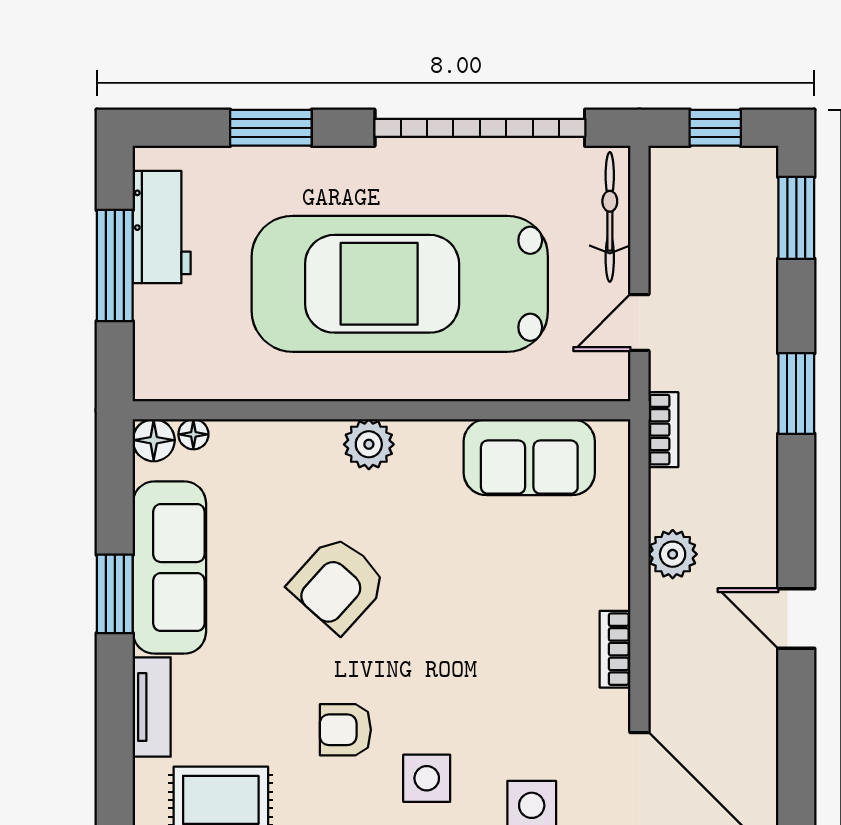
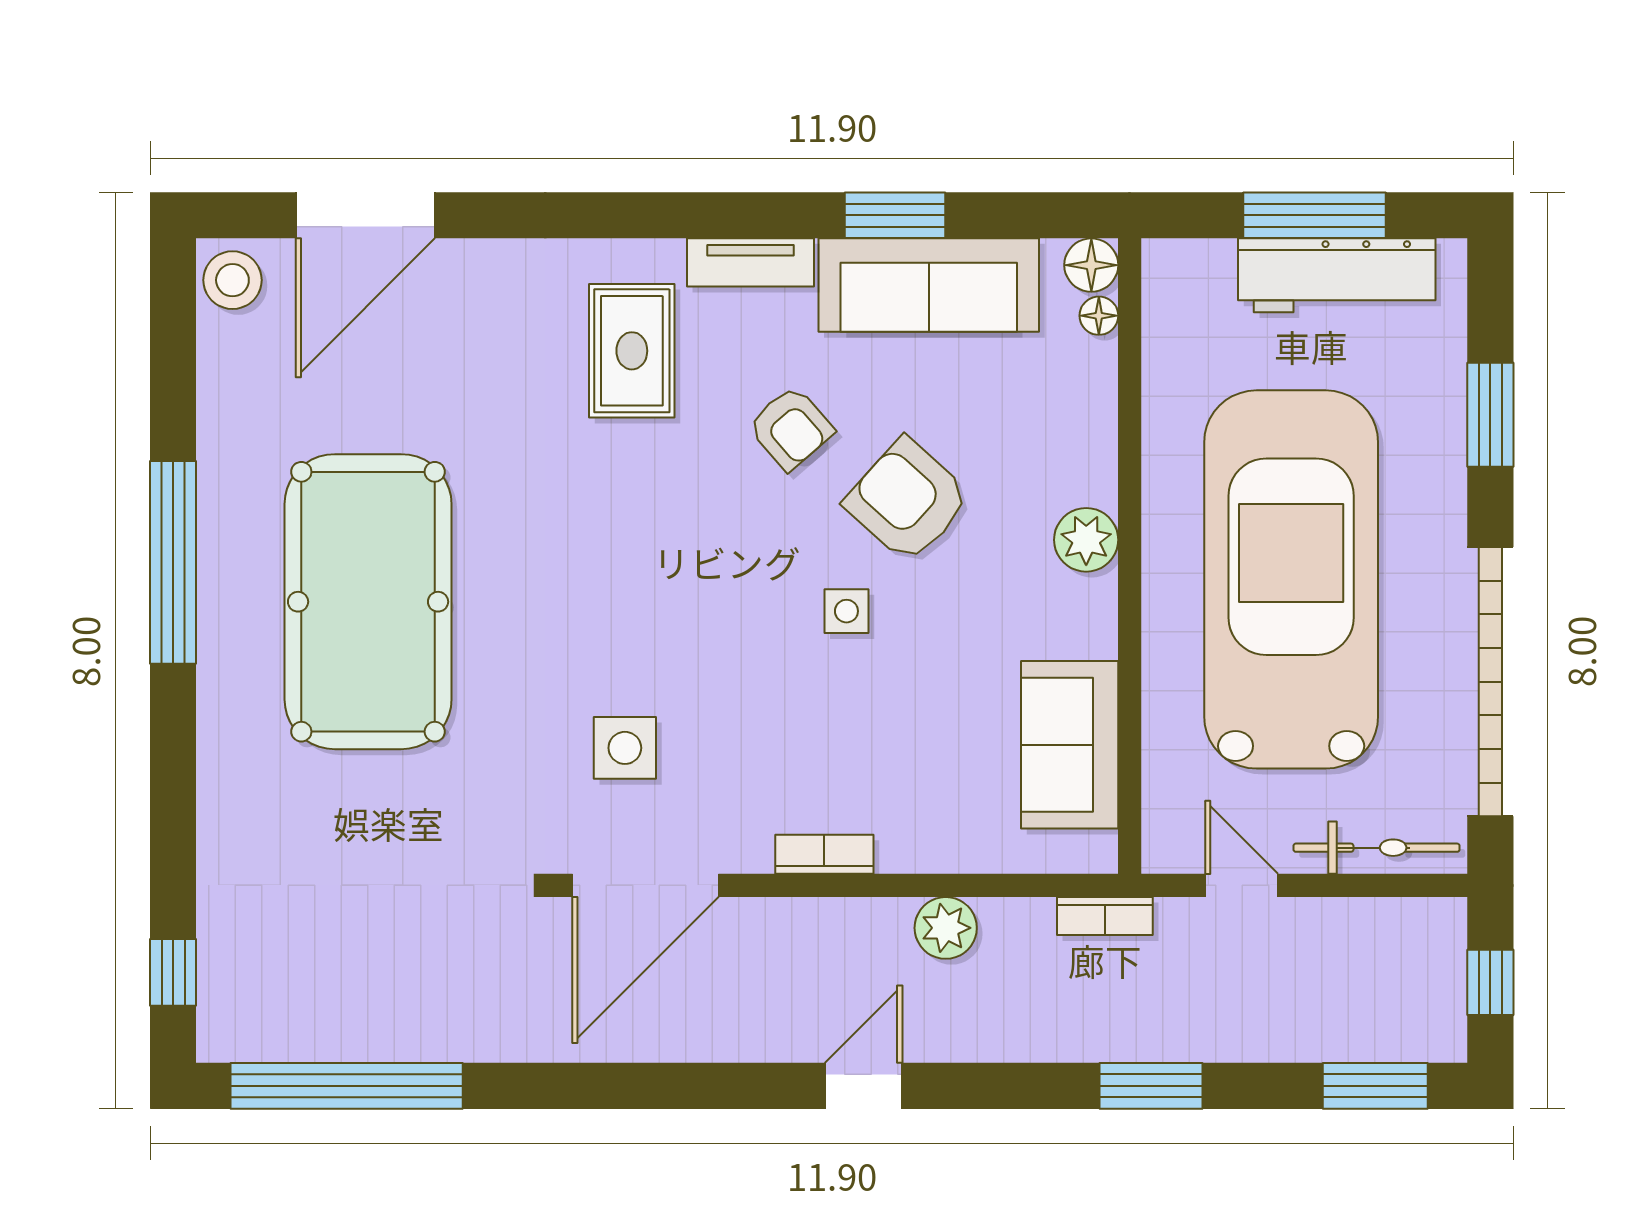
workbench: (162, 227) -> (1337, 275), width x1.38
armchair: (345, 730) -> (791, 428), moved, turned 139
side table: (427, 778) -> (846, 611), moved, width x0.73, depth x0.73

